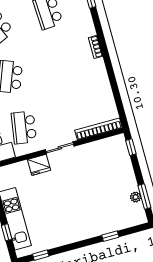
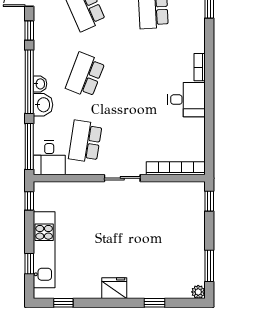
desk: (92, 74) -> (186, 100), added
fridge: (39, 165) -> (114, 288), moved, turned 180
plant: (136, 197) -> (198, 292), moved

